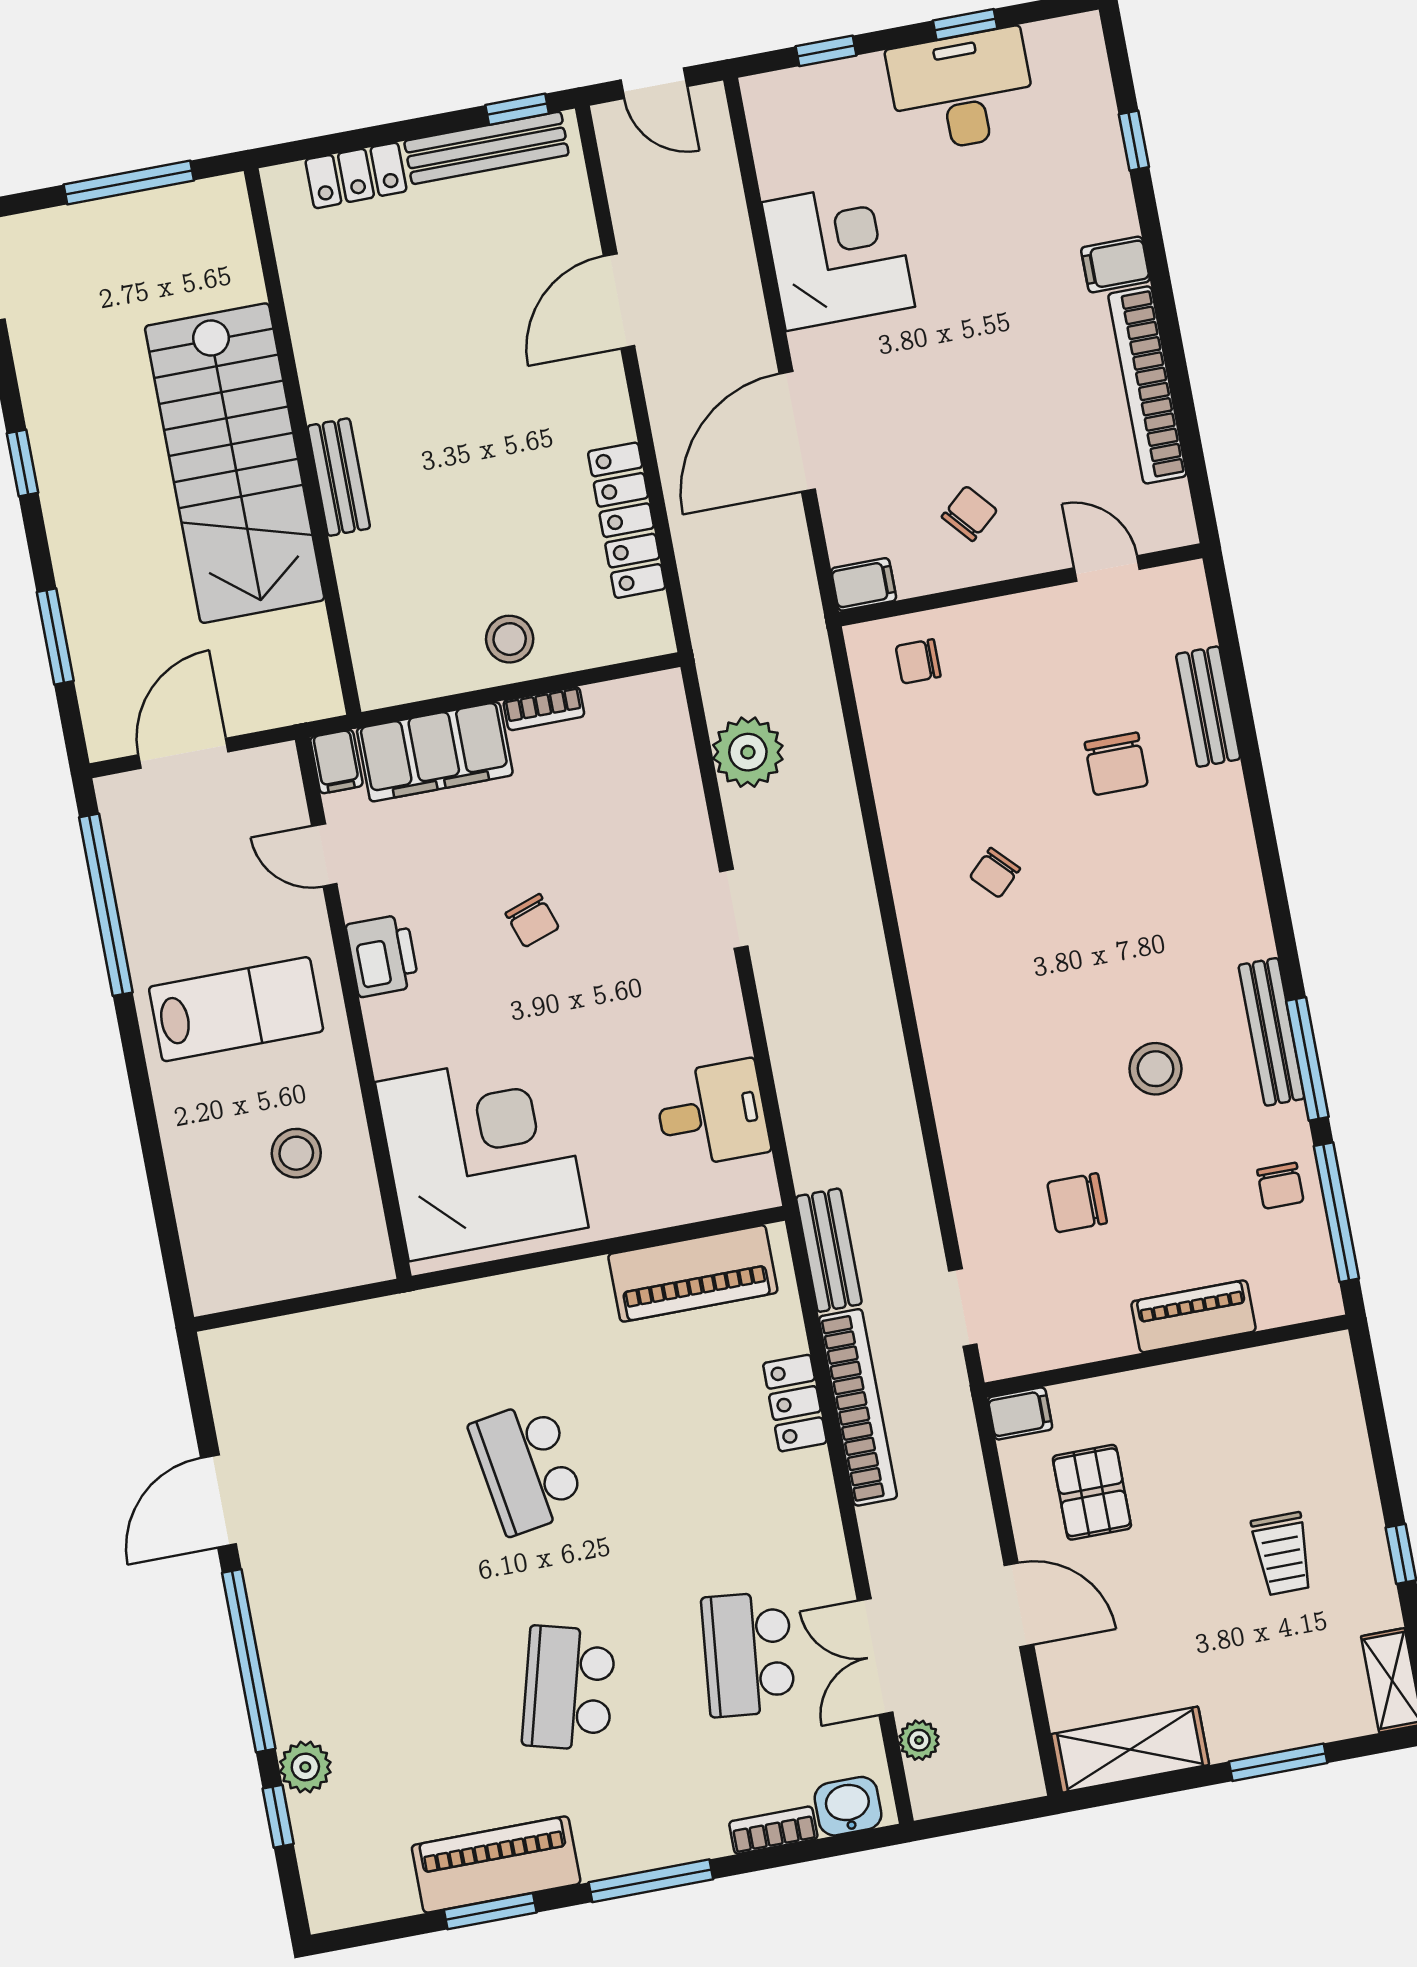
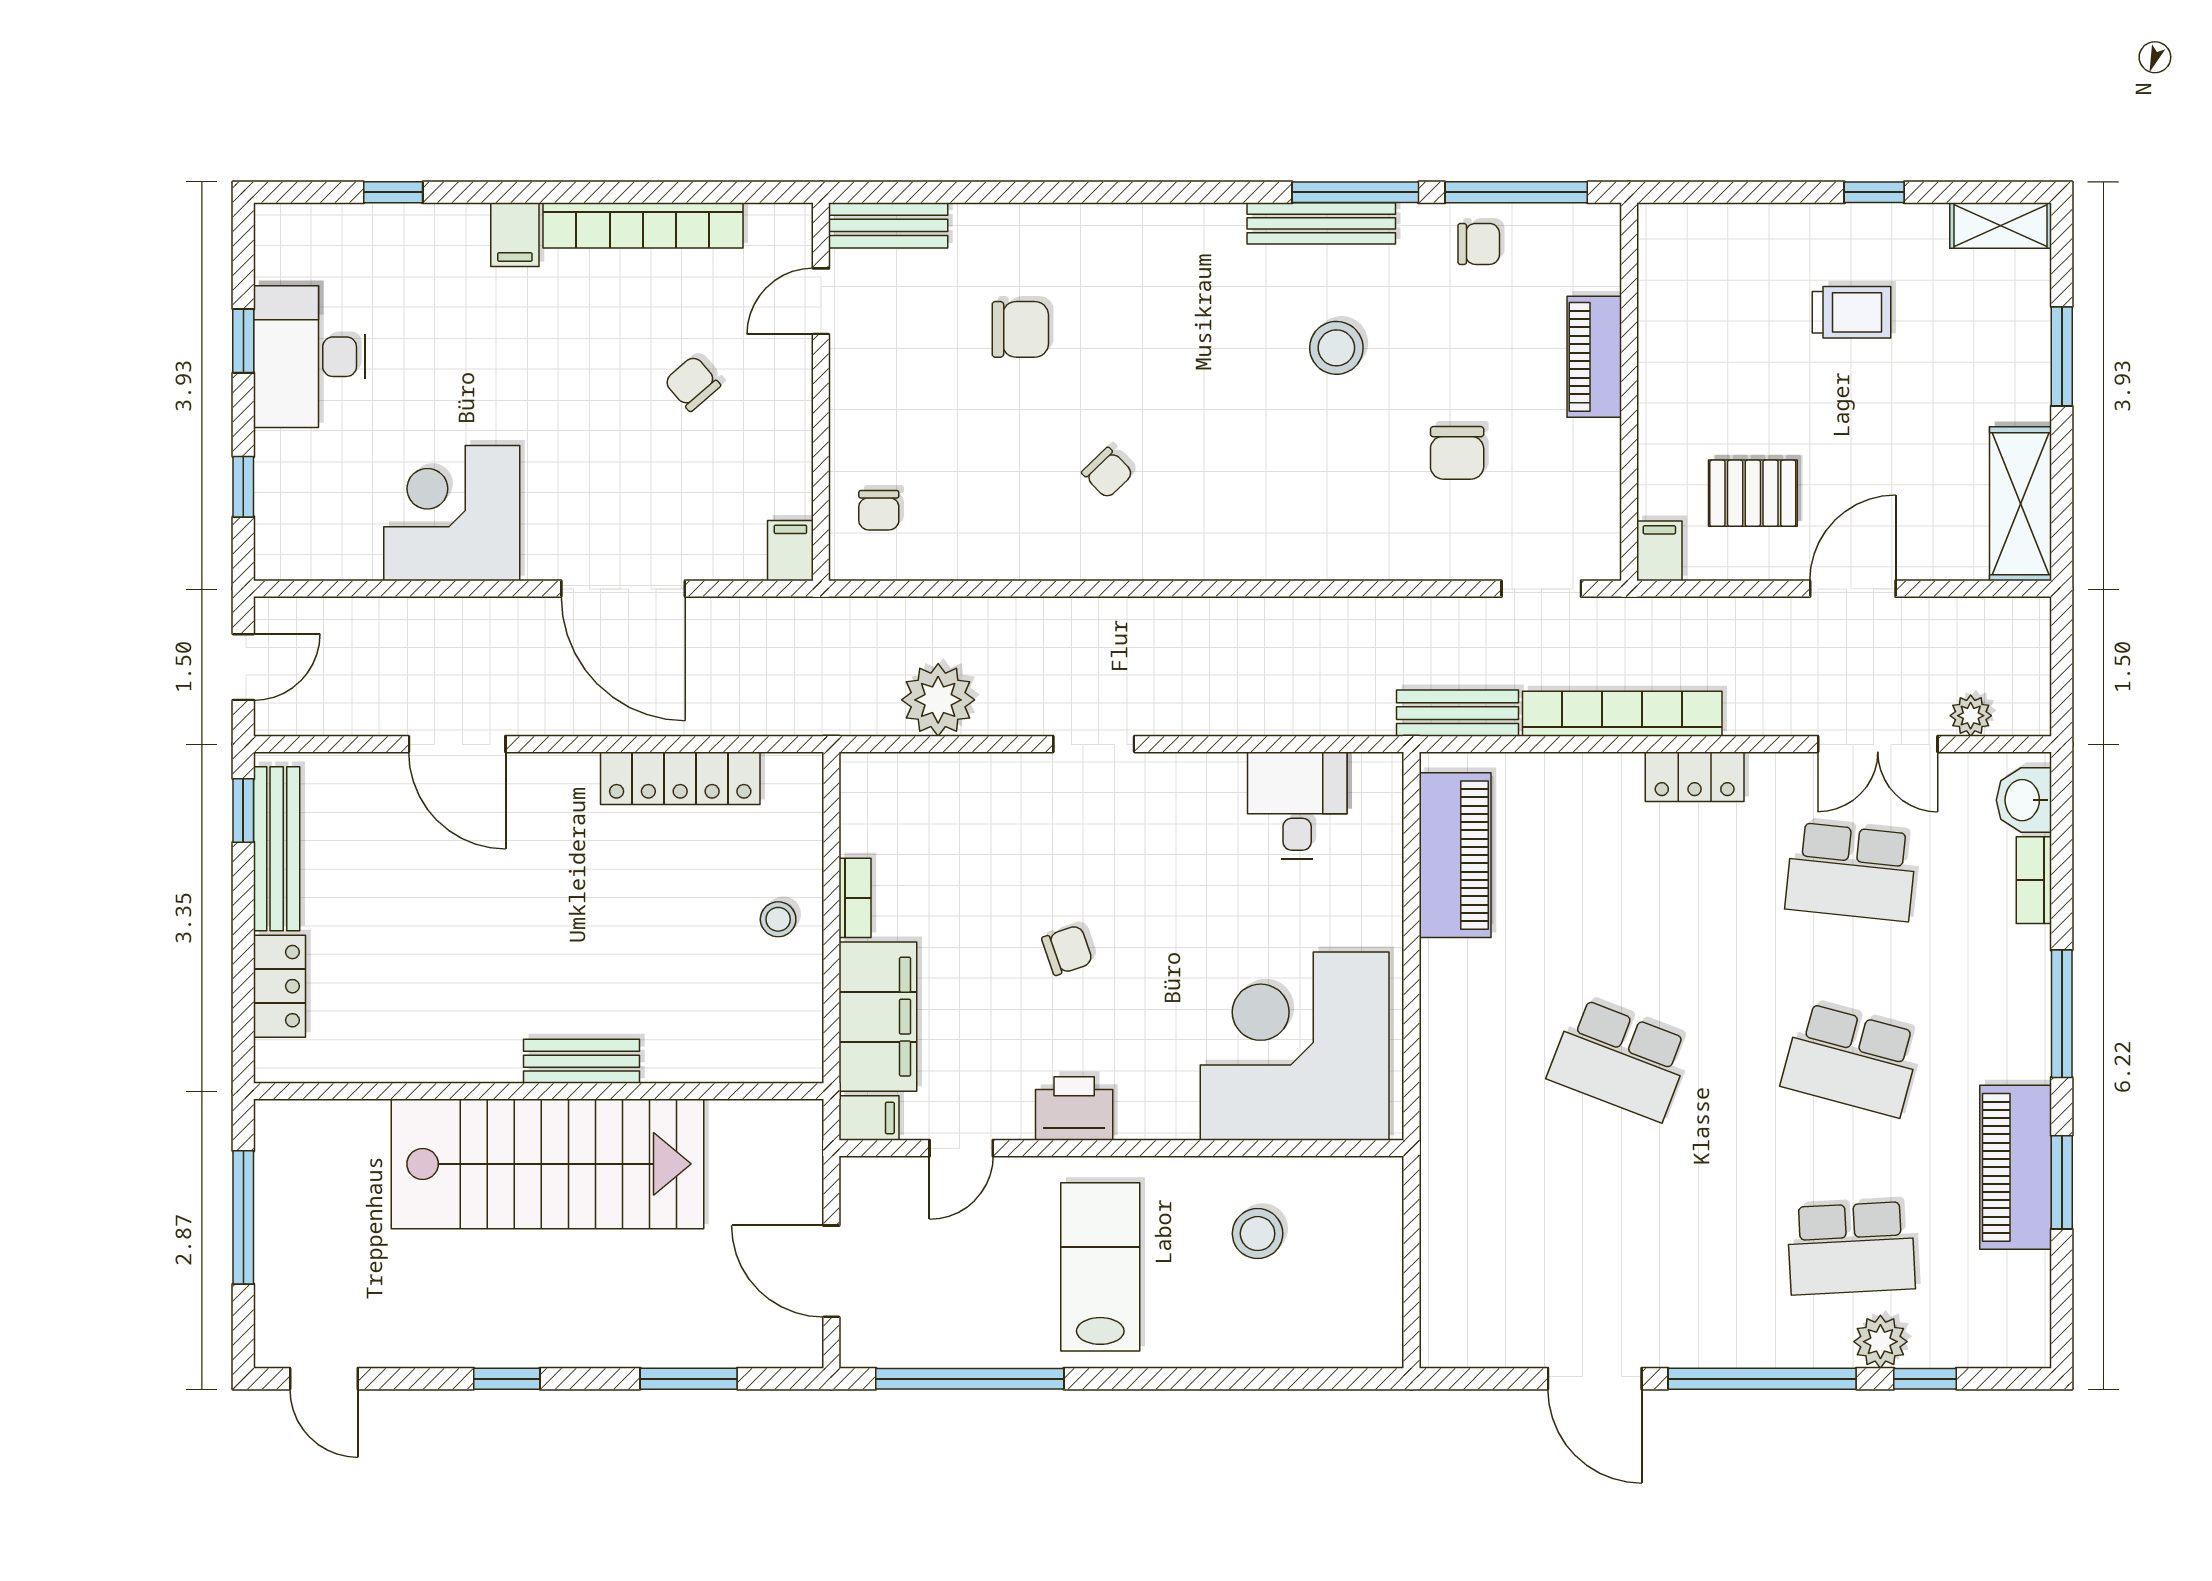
chair: (969, 514) -> (692, 383), moved
stool: (510, 639) -> (778, 919), width x0.73, depth x0.73
bench: (1208, 707) -> (888, 225), moved
locker: (795, 1403) -> (1695, 777), moved
school desk: (527, 1467) -> (1620, 1060), turned 30
school desk: (389, 1722) -> (1851, 1248), added

